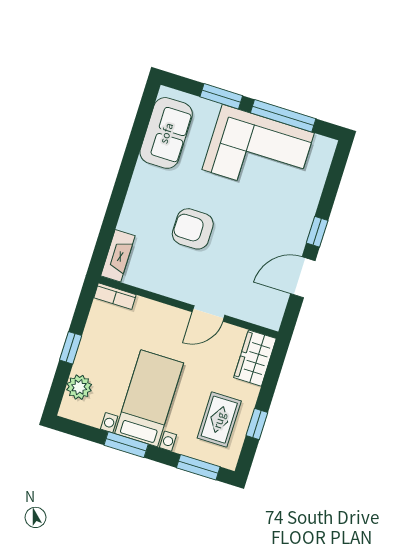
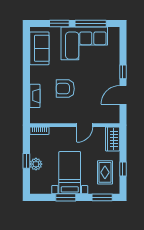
fireplace: (118, 256) -> (35, 96), moved
plant: (79, 387) -> (36, 164), moved

